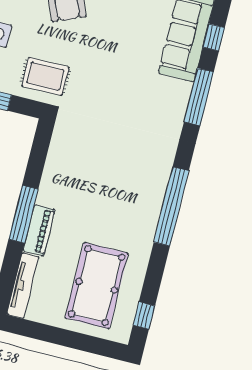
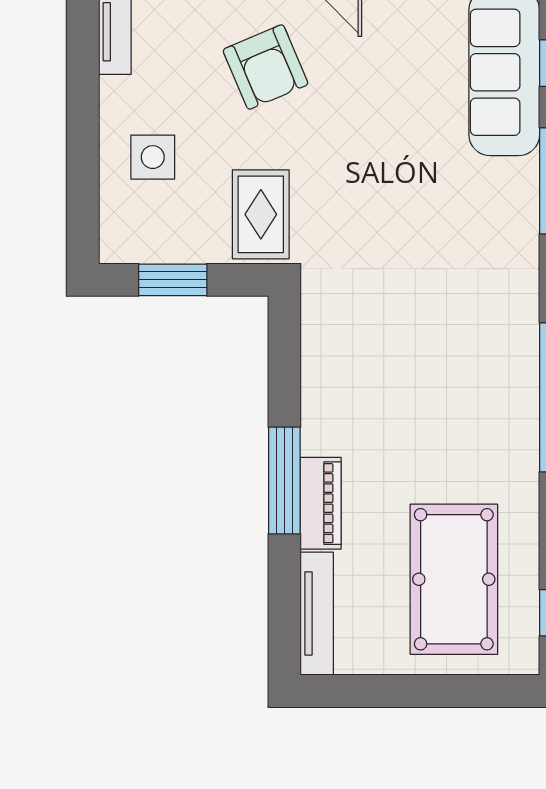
rug: (45, 76) -> (261, 214), turned 90

